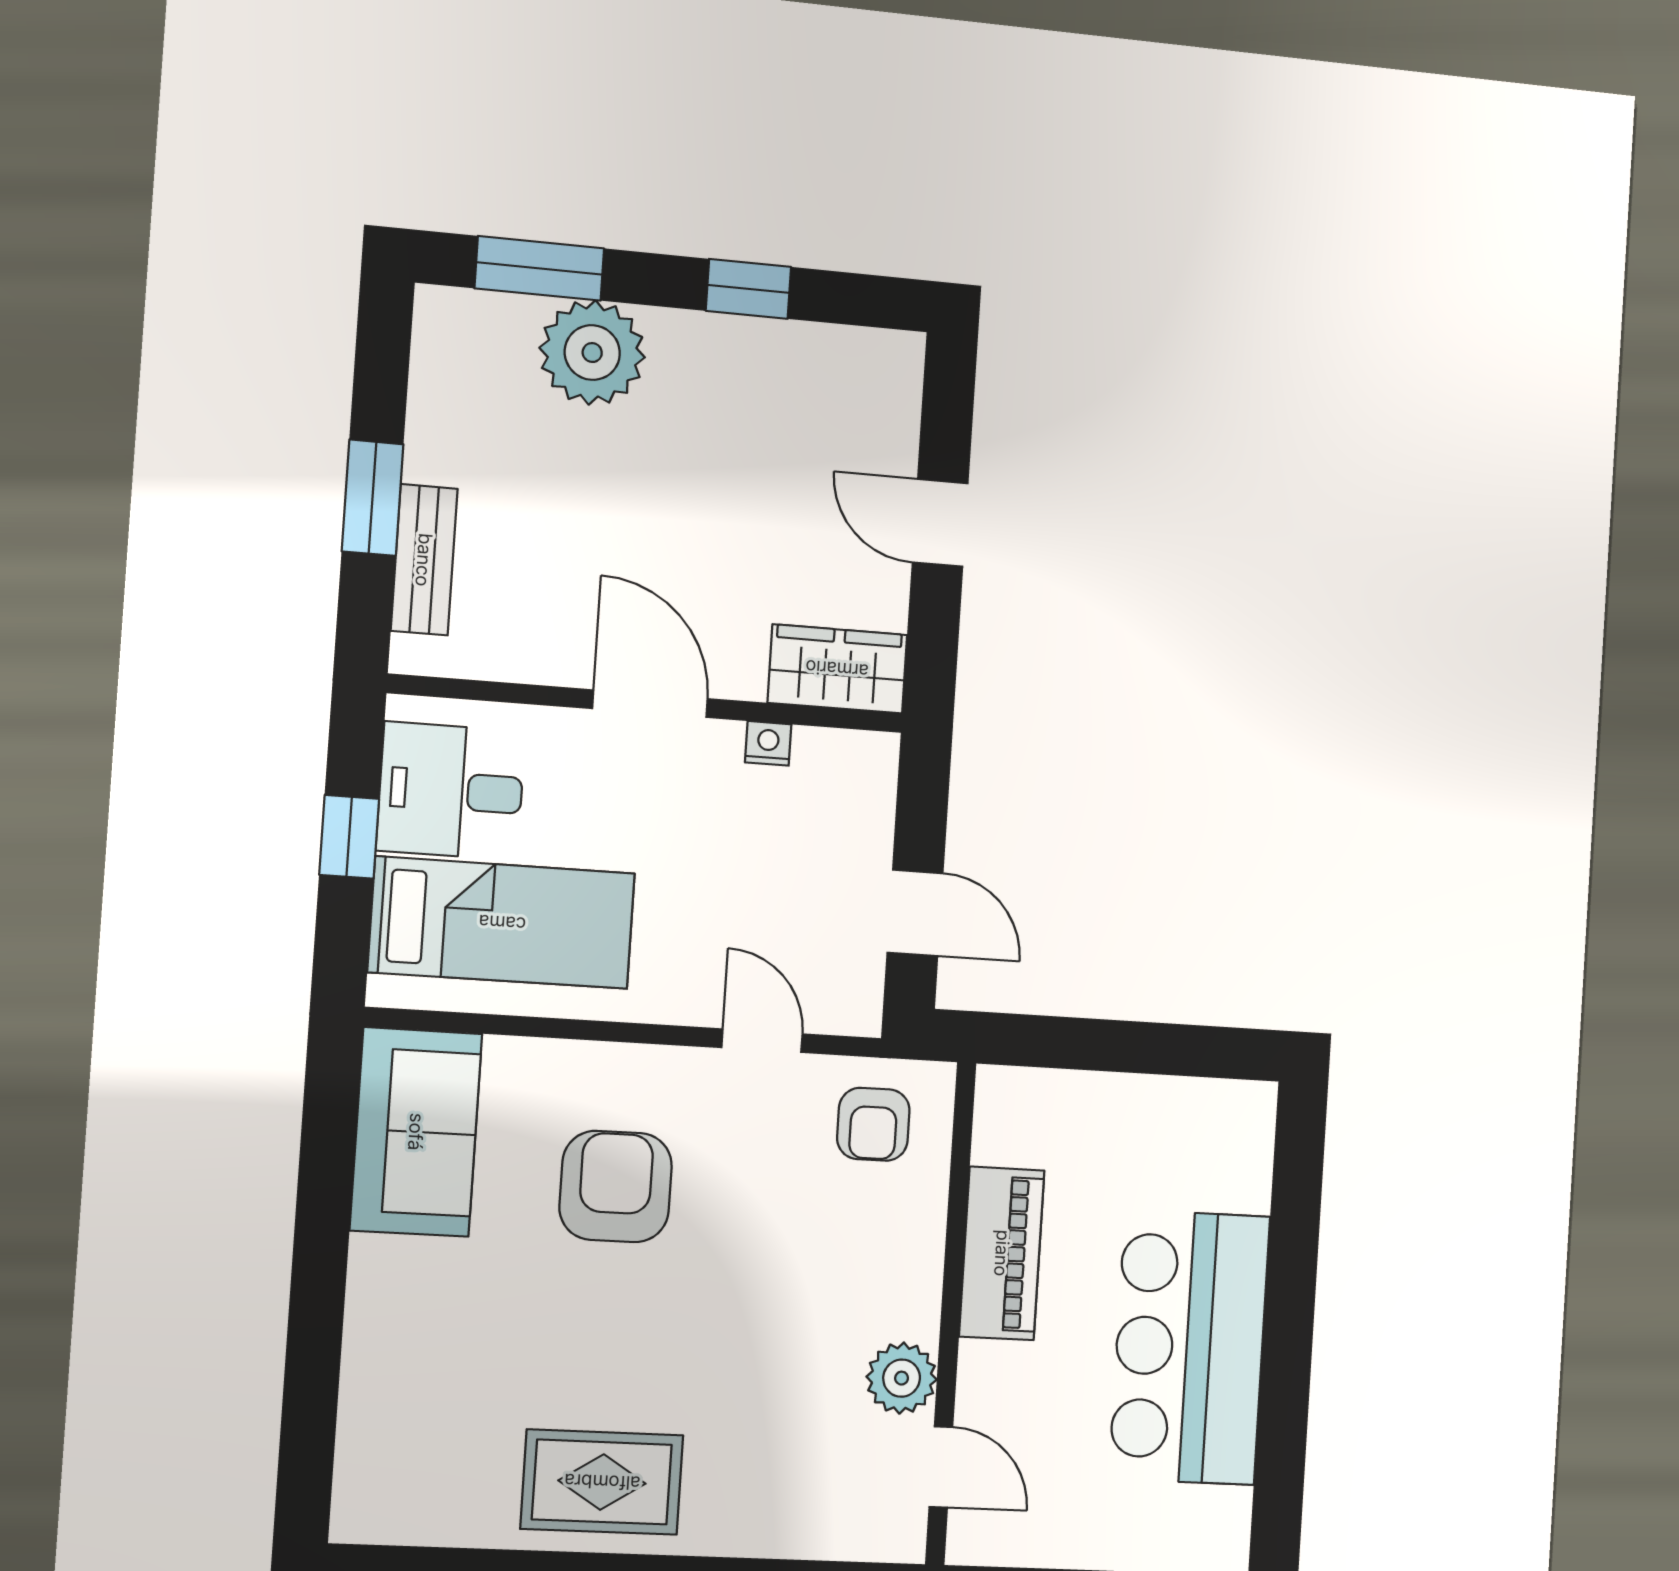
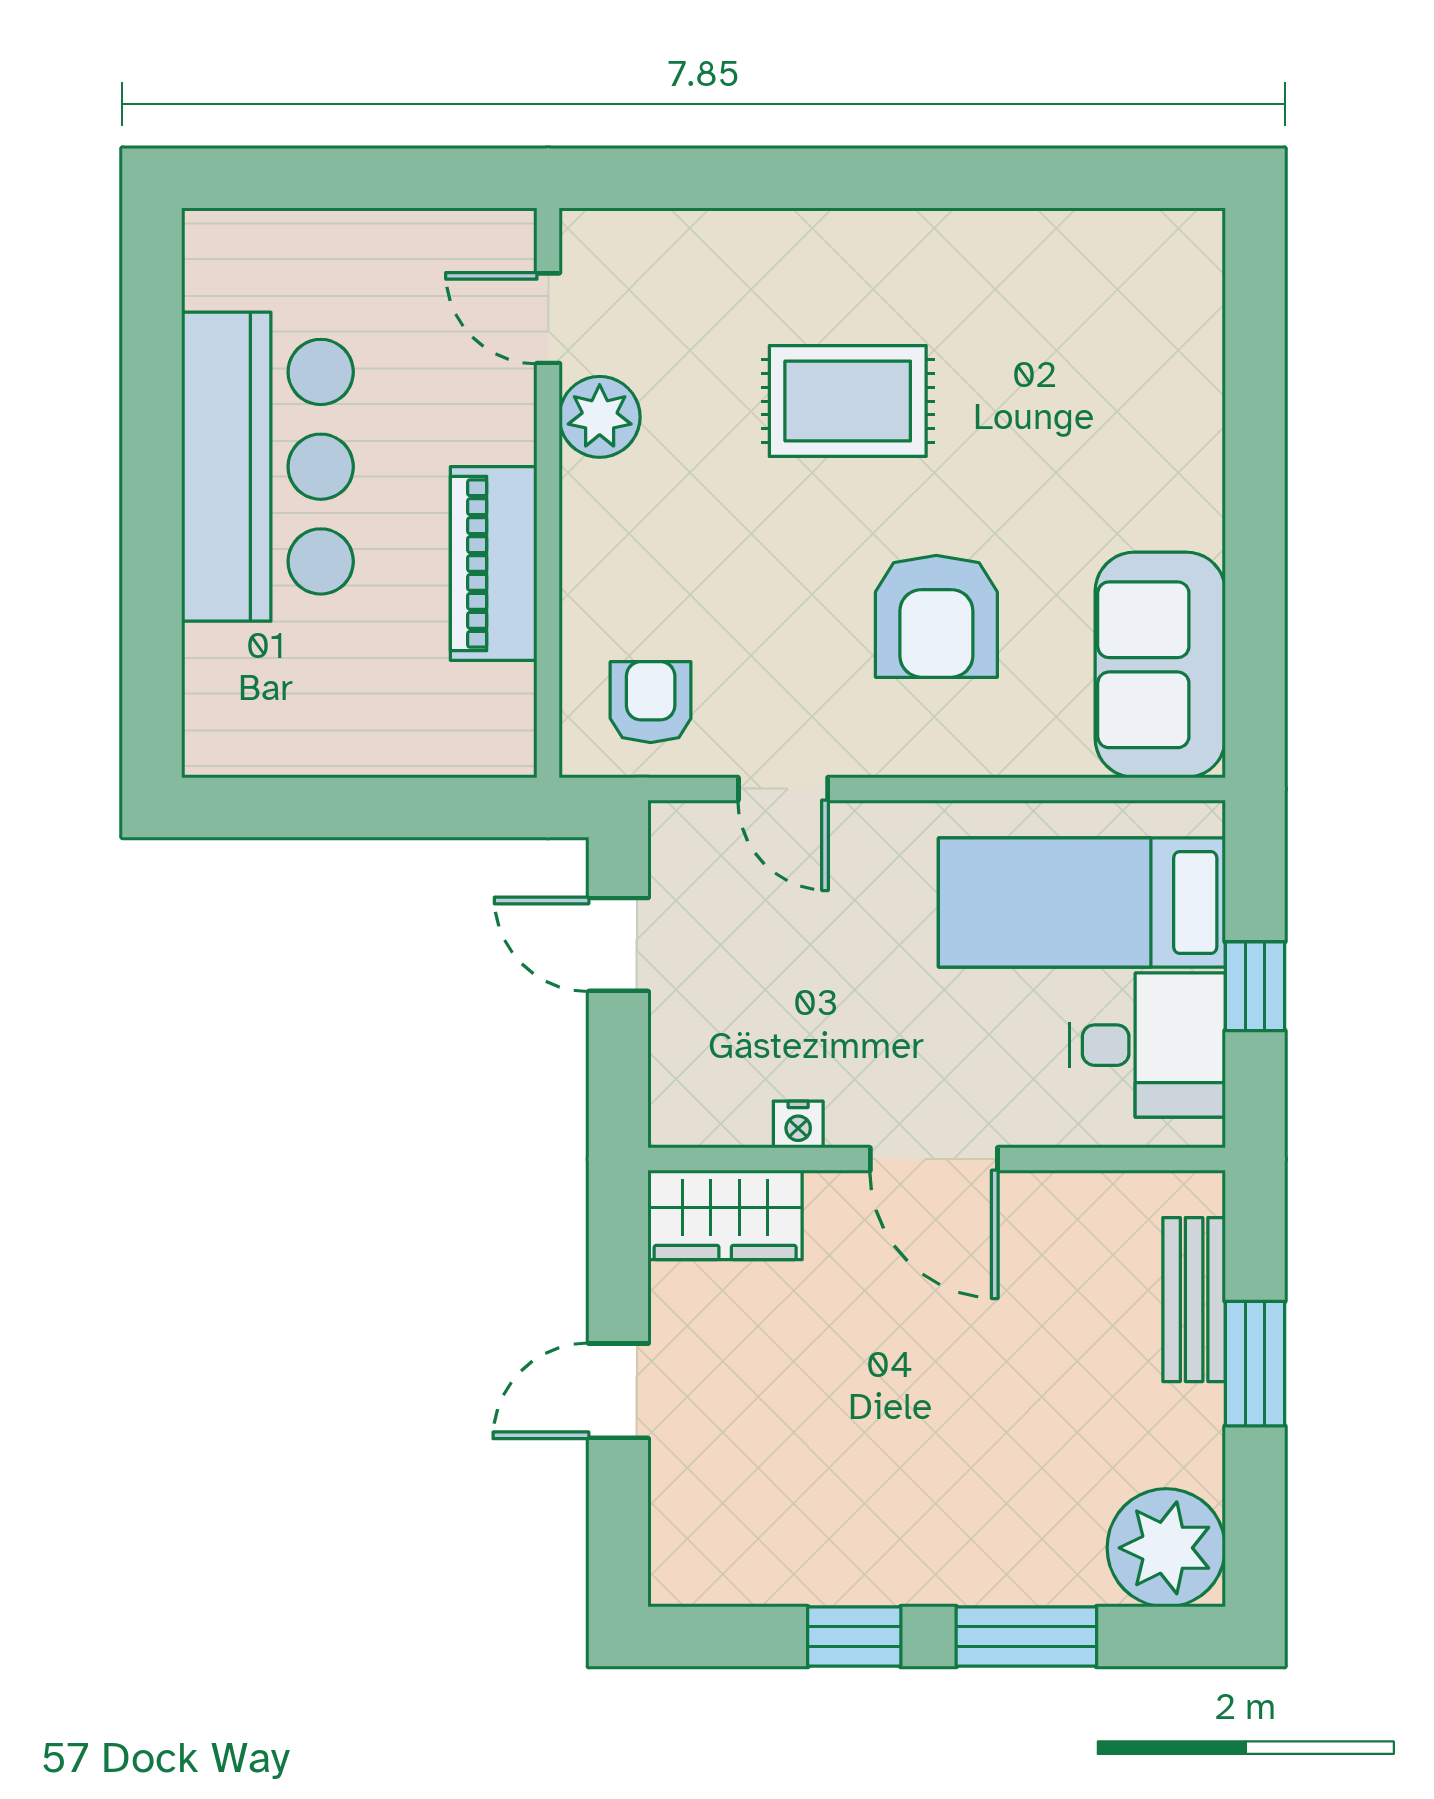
window: (539, 268) -> (1026, 1637), moved
plant: (592, 353) -> (1166, 1548), moved
door: (940, 523) -> (618, 1391), swing flipped
rug: (602, 1482) -> (848, 401), moved

